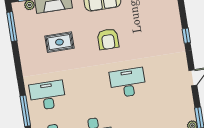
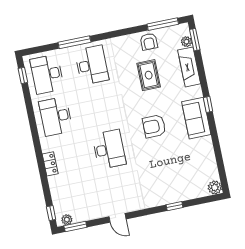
window: (186, 36) -> (174, 206), moved
armchair: (28, 41) -> (149, 42), added

